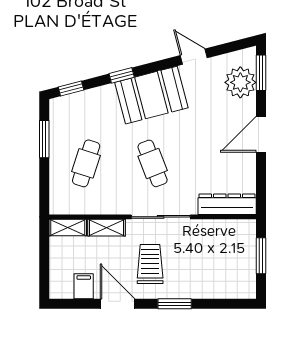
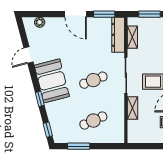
window: (261, 73) -> (104, 14), moved
plant: (240, 82) -> (40, 22), width x0.53, depth x0.53
cafe table: (86, 163) -> (93, 121), turned -42
shelving: (68, 228) -> (132, 37), moved

